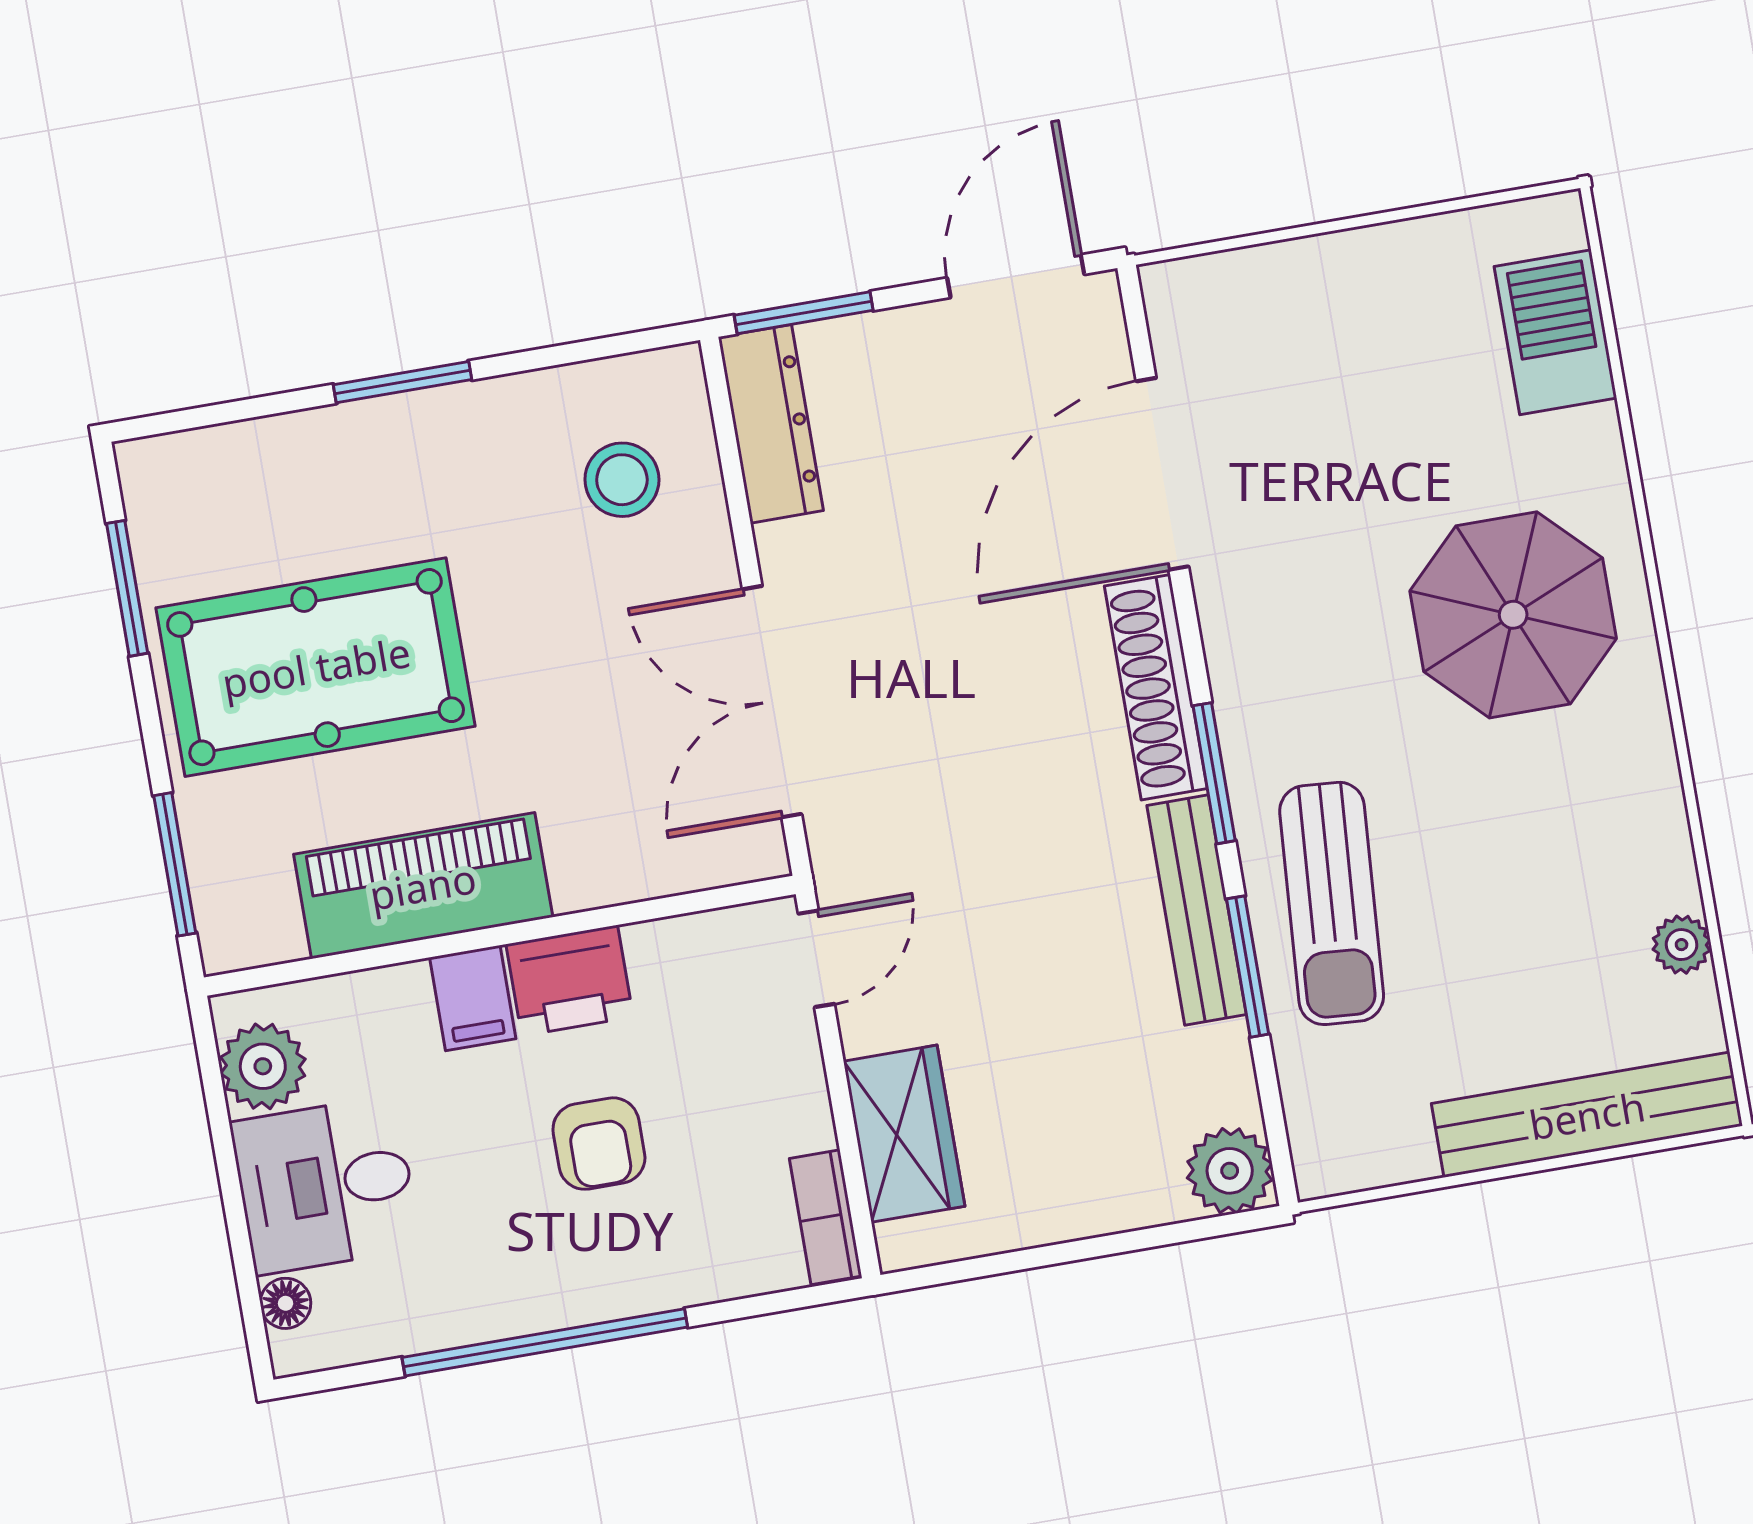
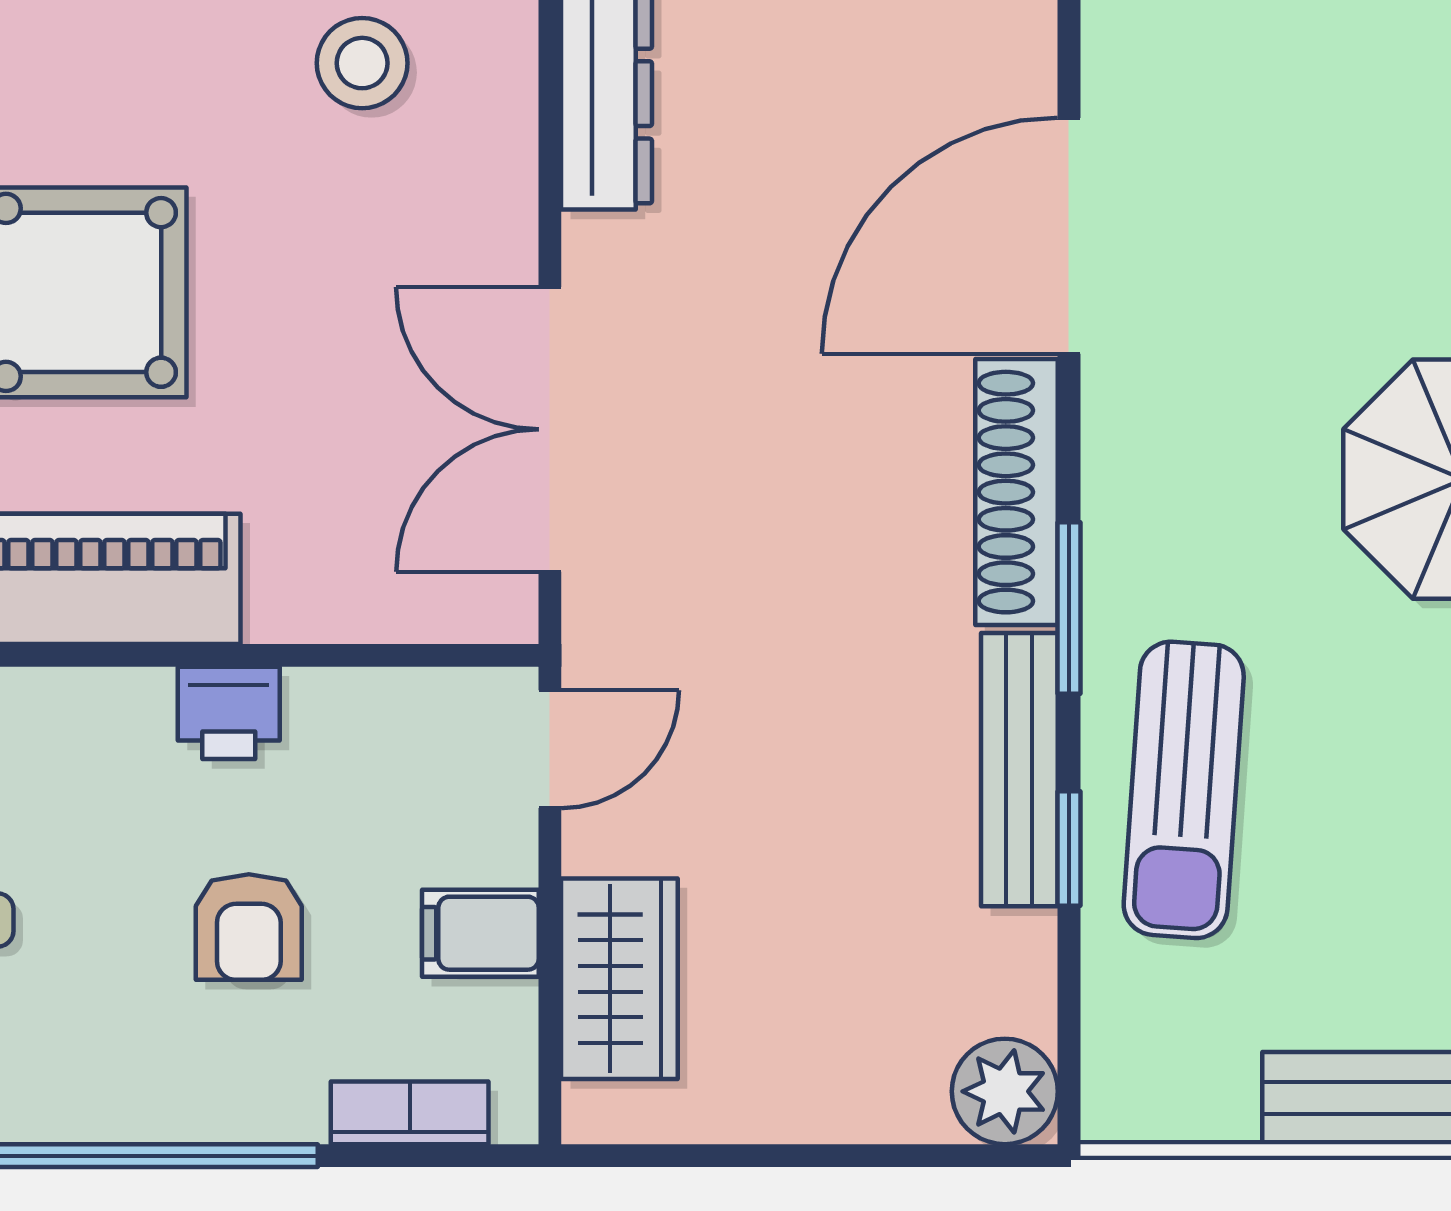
stool: (622, 480) -> (362, 63), moved
window: (1248, 967) -> (1069, 849), width x0.67
printer: (570, 981) -> (229, 713), width x0.73, depth x0.81
filing cabinet: (473, 998) -> (480, 933), moved, turned 90
bookcase: (826, 1217) -> (410, 1113), moved, turned 90

